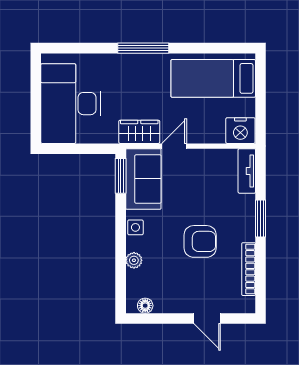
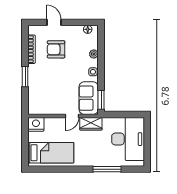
window: (143, 48) -> (107, 169), moved
tv unit: (247, 171) -> (32, 102), removed
armchair: (200, 241) -> (56, 49), moved

